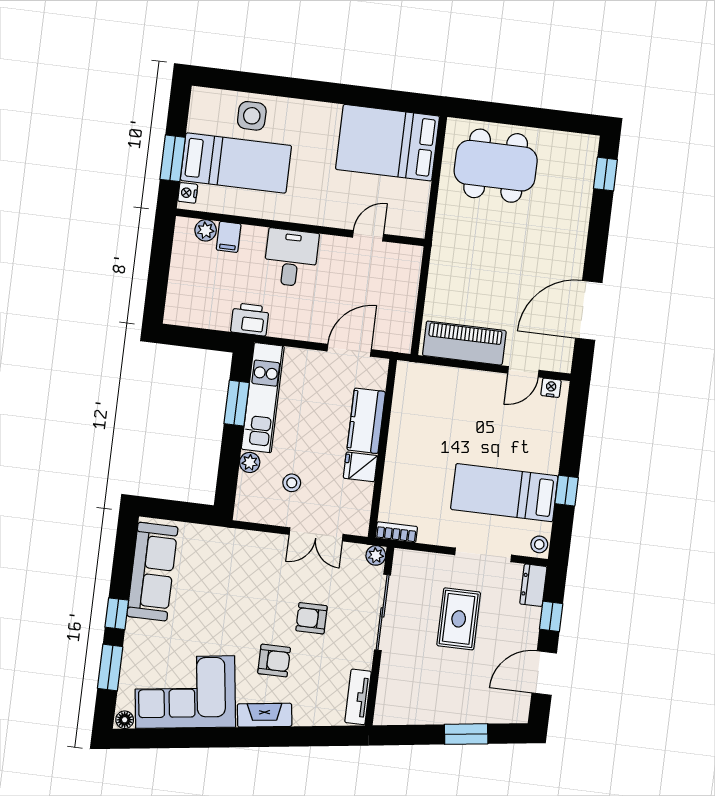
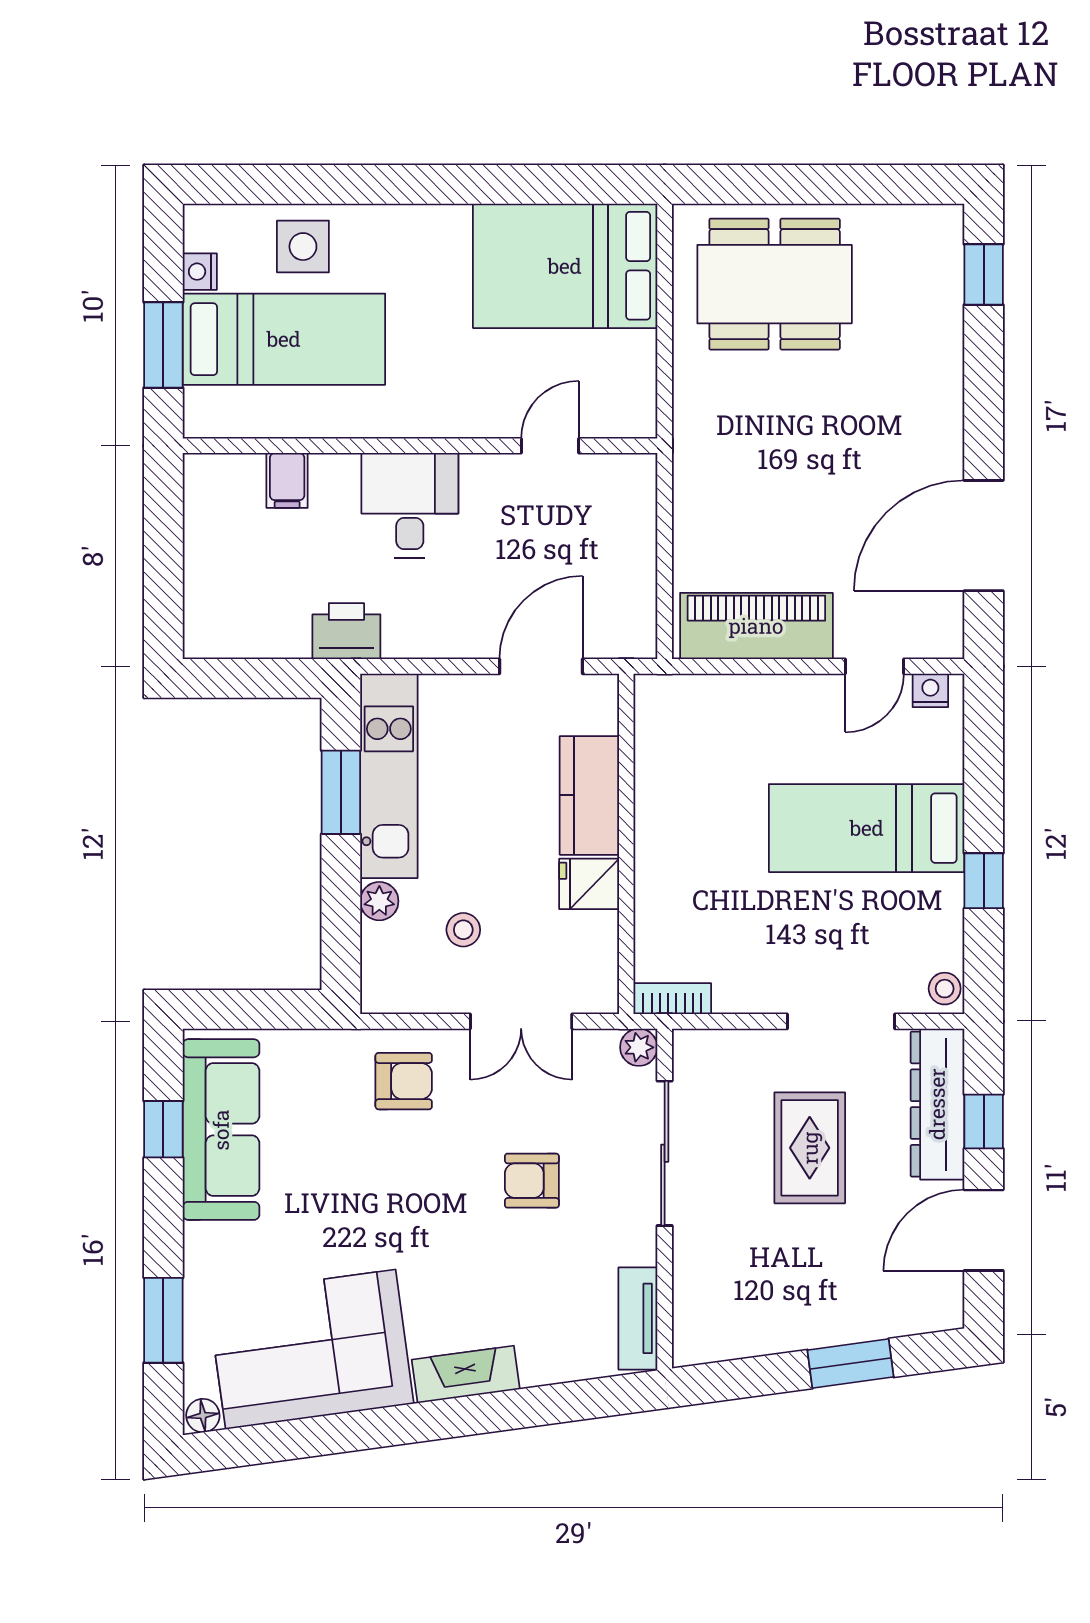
nightstand: (188, 193) -> (200, 272), moved
plant: (206, 230) -> (242, 473), removed
bed: (504, 493) -> (867, 828), moved
dresser: (533, 585) -> (937, 1104), width x1.96, depth x1.24
window: (117, 614) -> (163, 1129), moved
armchair: (274, 661) -> (404, 1081), moved

